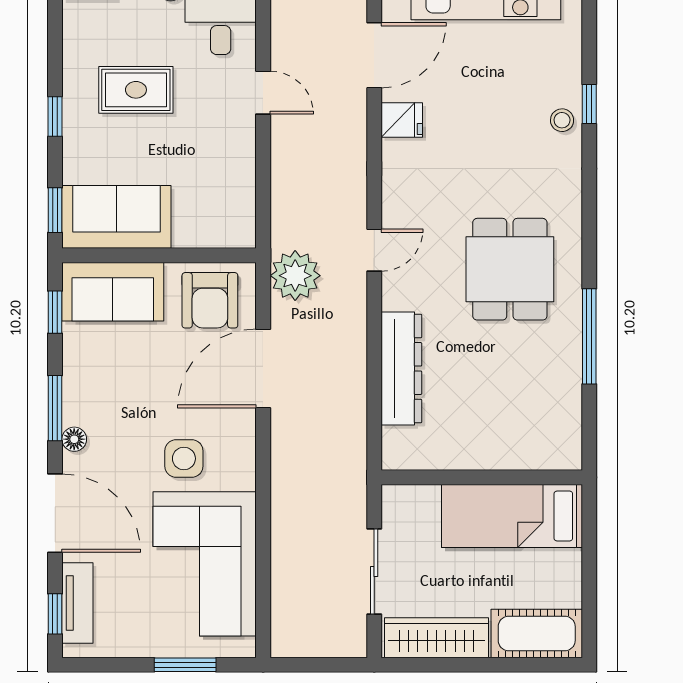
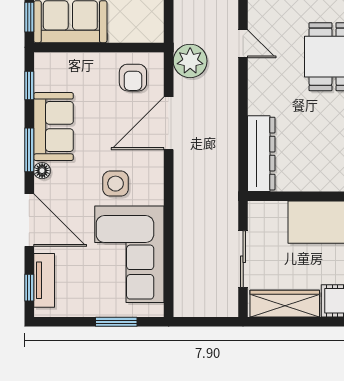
door: (374, 250) -> (243, 44), hinge flipped
sofa: (113, 292) -> (54, 126), moved, turned -90
armchair: (210, 300) -> (133, 78), width x0.72, depth x0.72
dresser: (401, 369) -> (261, 154), moved

